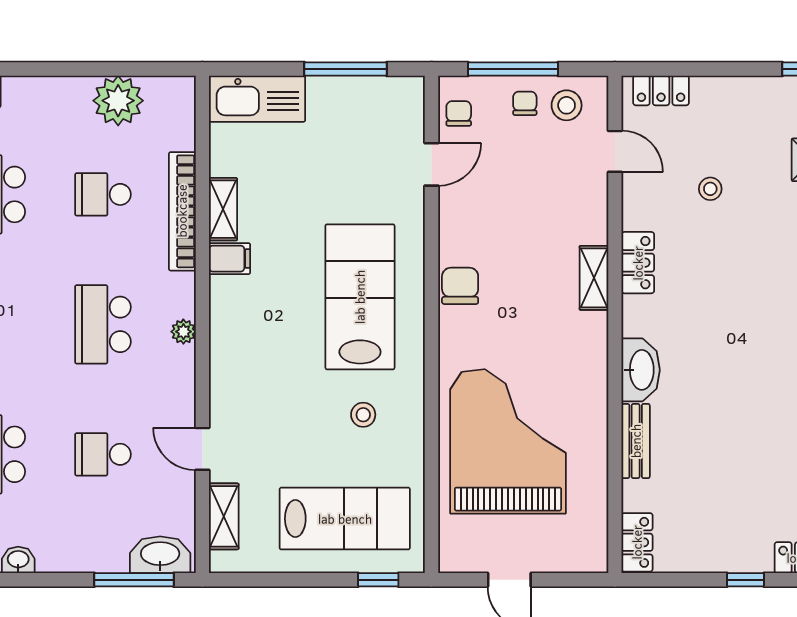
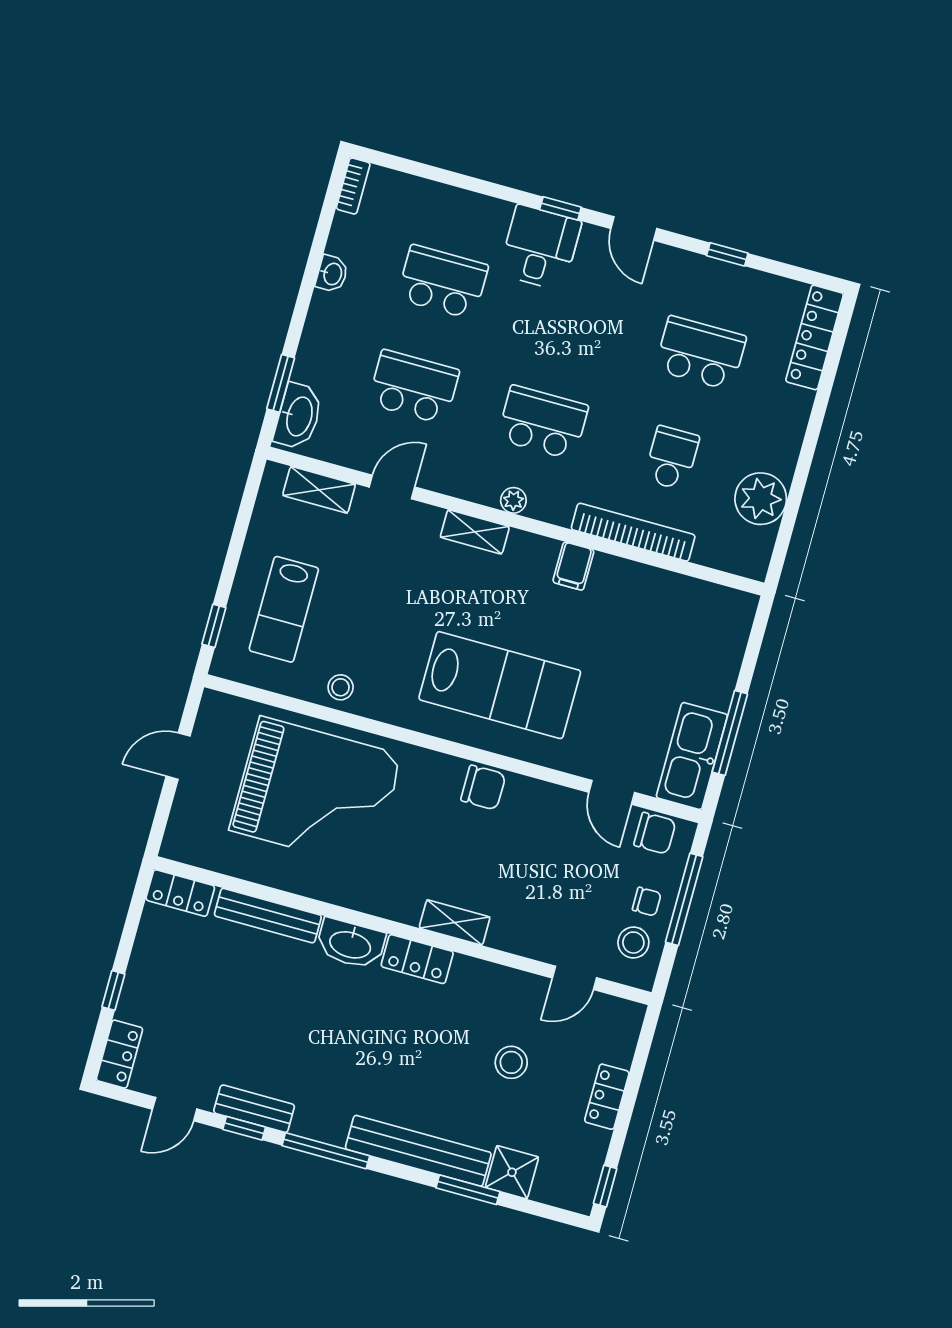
locker: (661, 90) -> (607, 1097), moved
kitchen sink: (257, 99) -> (692, 756), moved
chair: (459, 113) -> (655, 833), width x1.37, depth x1.37
stool: (710, 189) -> (511, 1062), width x1.37, depth x1.37
shelving: (223, 209) -> (475, 532), moved
locker: (638, 263) -> (417, 959), moved
stool: (363, 415) -> (341, 687), moved
bench: (636, 441) -> (268, 916), width x1.36
school desk: (103, 454) -> (414, 387), width x1.85
lab bench: (345, 519) -> (284, 609), width x0.73, depth x0.72
window: (134, 580) -> (281, 383), width x0.69

